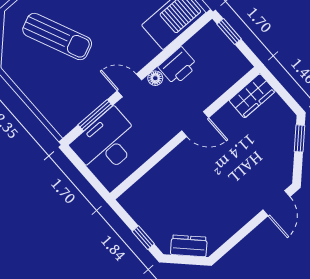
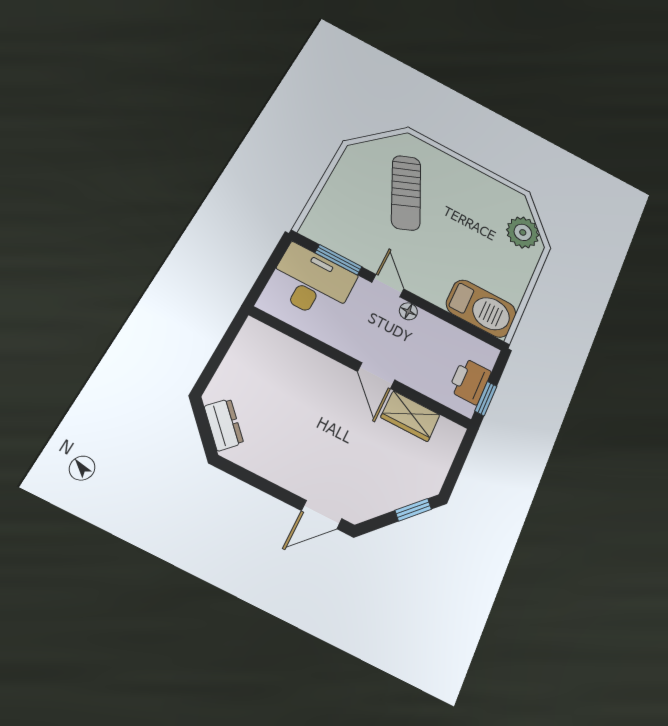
window: (229, 32) -> (486, 399), moved
printer: (178, 66) -> (470, 381), moved, turned 90
wardrobe: (252, 96) -> (410, 416), moved
window: (143, 238) -> (213, 364), removed

